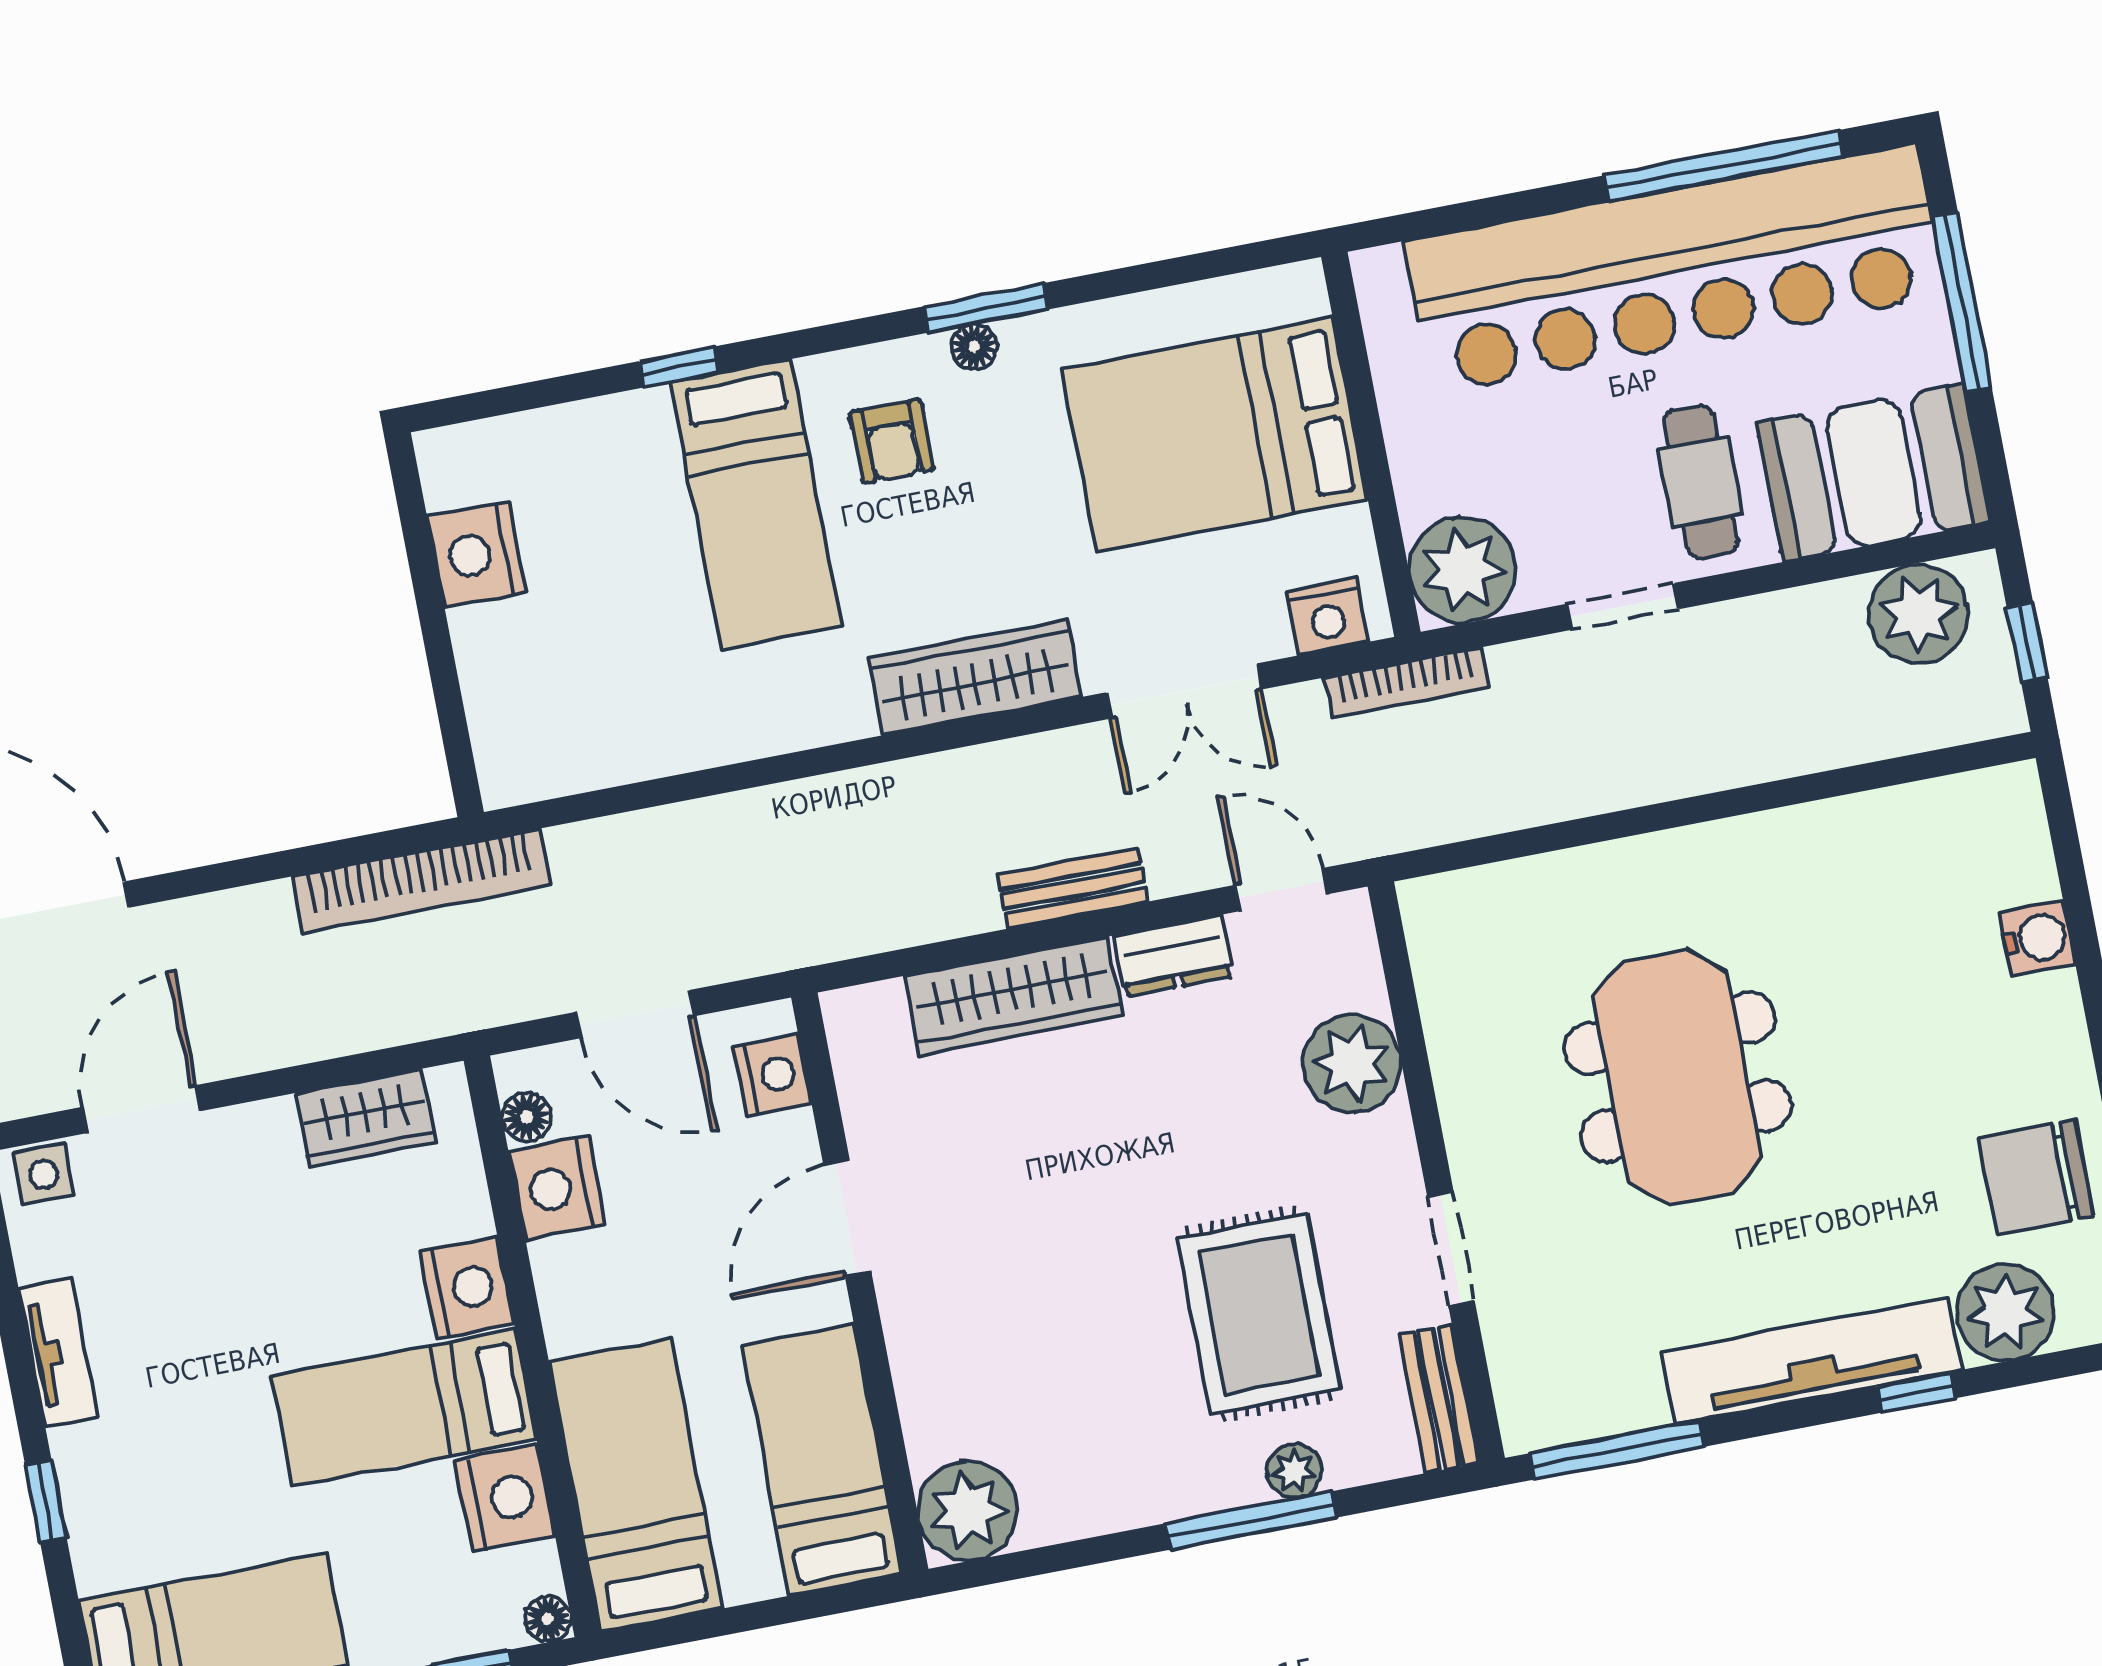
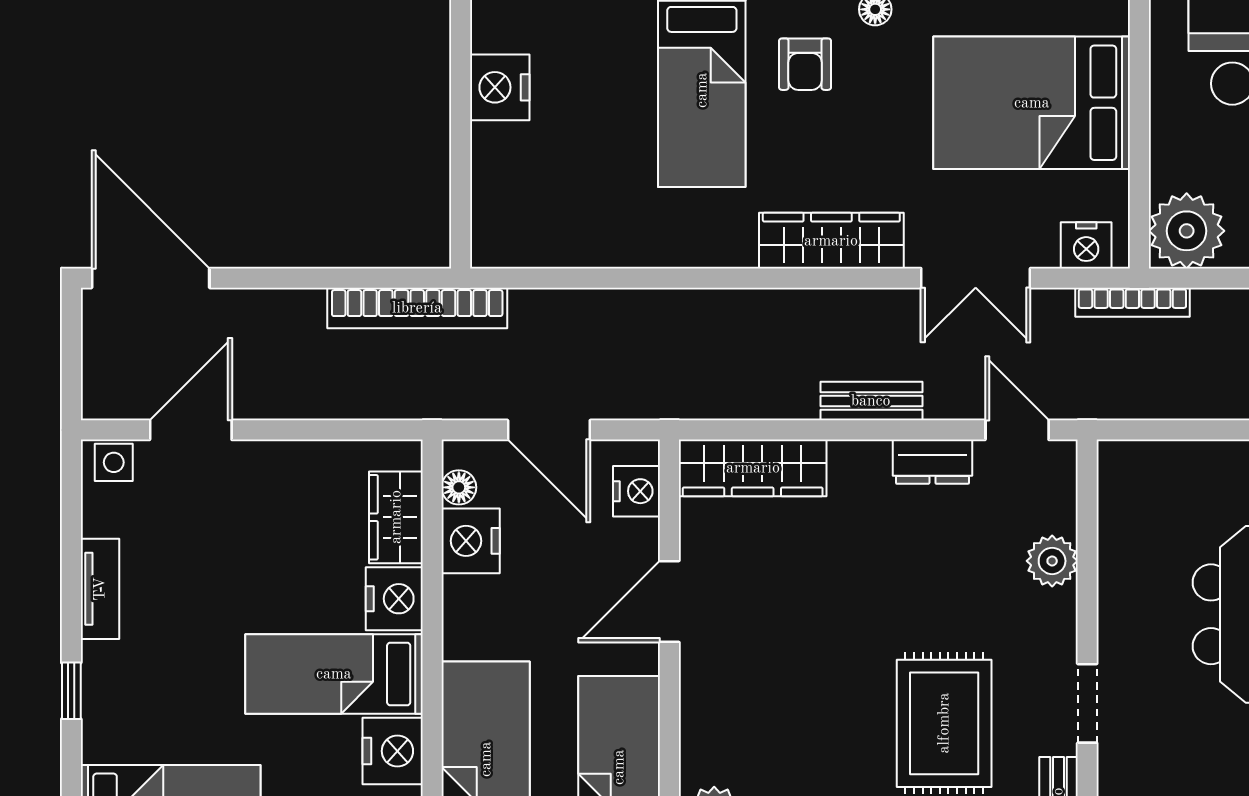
wardrobe: (1013, 996) -> (753, 468), moved
plant: (1352, 1063) -> (1052, 561), width x0.73, depth x0.73
wardrobe: (365, 1118) -> (396, 517), moved, turned 90

